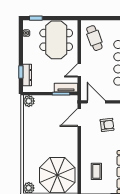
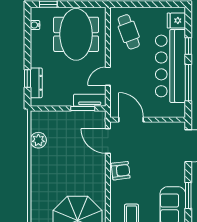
plant: (29, 101) -> (38, 140), moved
door: (79, 117) -> (108, 141), hinge flipped
armchair: (107, 125) -> (121, 171), moved

